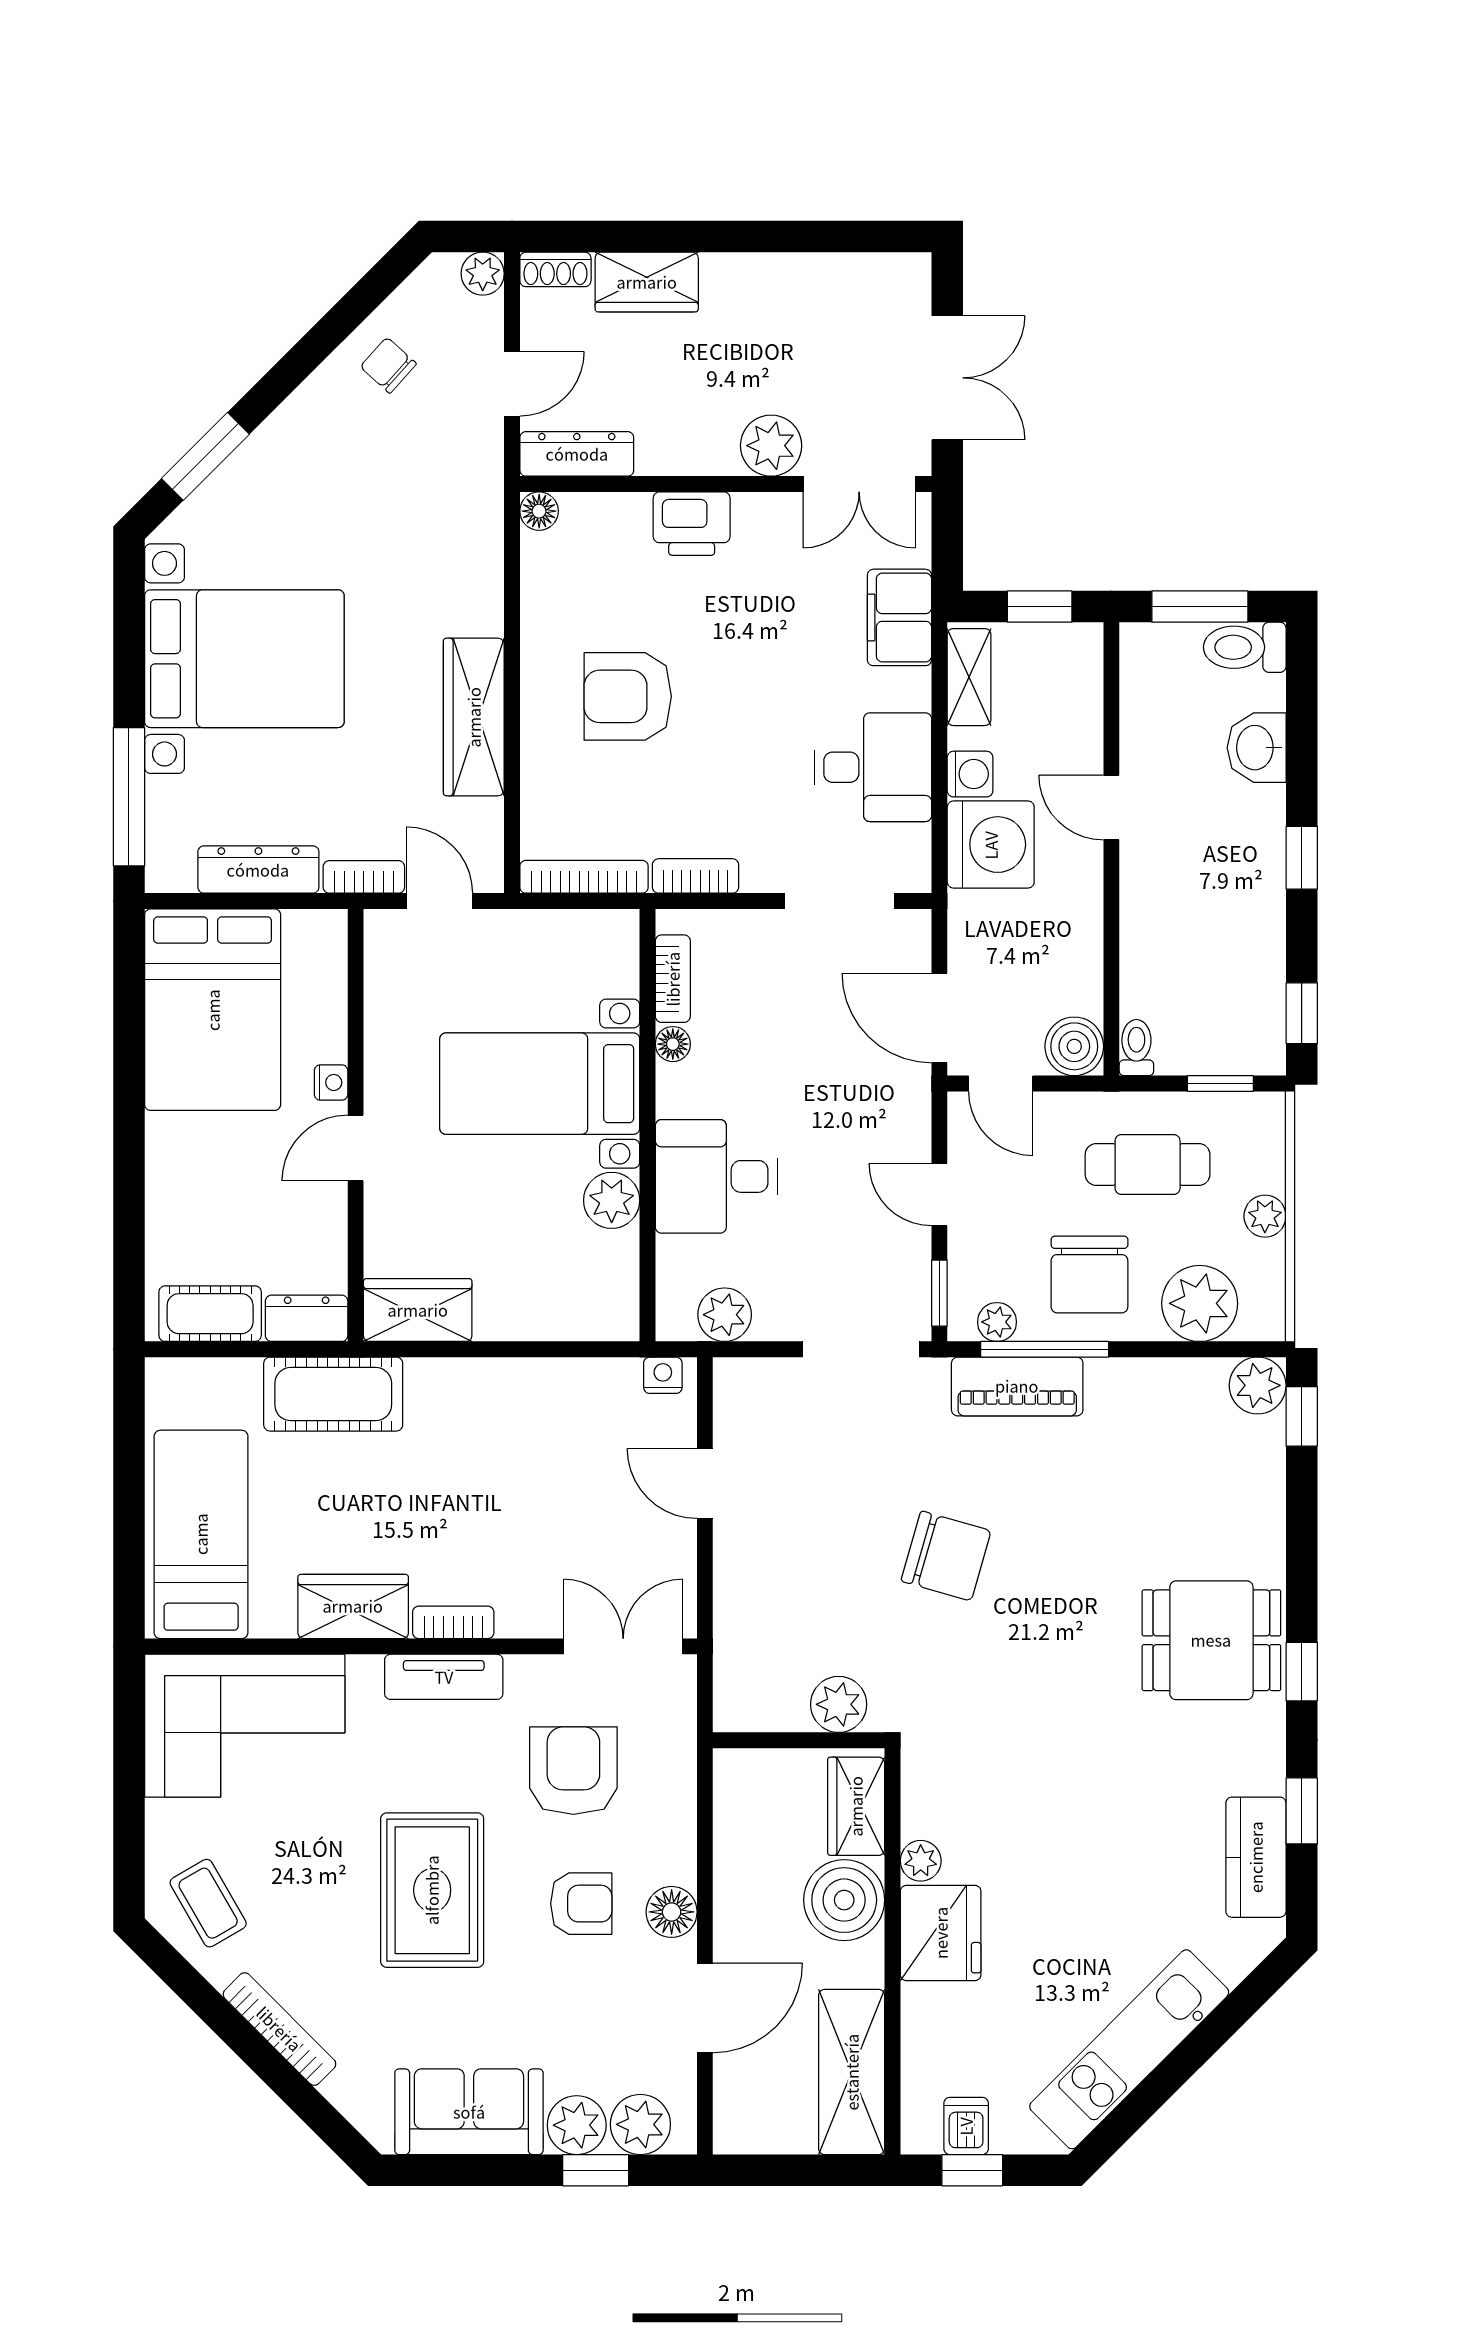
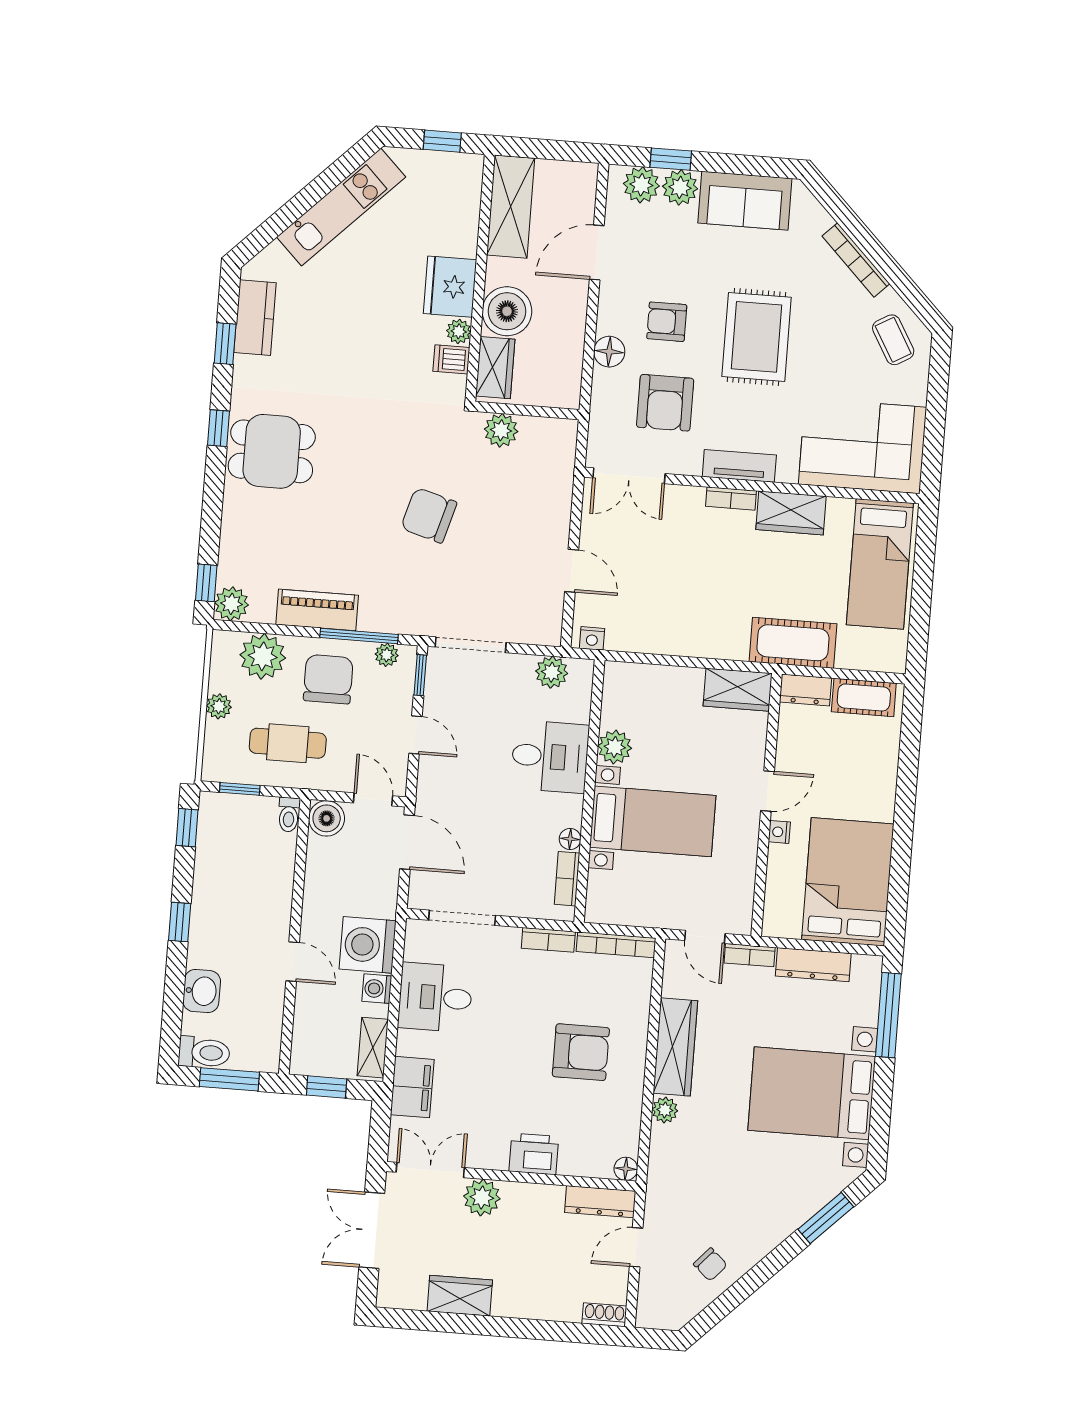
plant: (483, 274) -> (665, 1110), moved
wardrobe: (647, 282) -> (460, 1296), moved
piano: (1017, 1386) -> (317, 610), moved
floor lamp: (672, 1912) -> (609, 352), moved
dishwasher: (966, 2126) -> (451, 359), moved, turned 90

